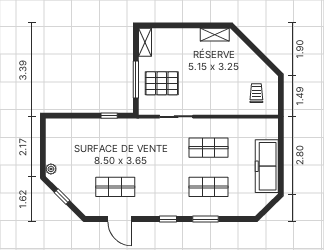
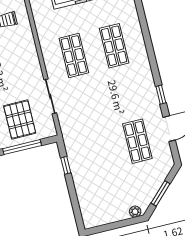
window: (62, 197) -> (161, 193), width x1.50
window: (168, 219) -> (161, 95), moved
window: (205, 219) -> (148, 41), removed

